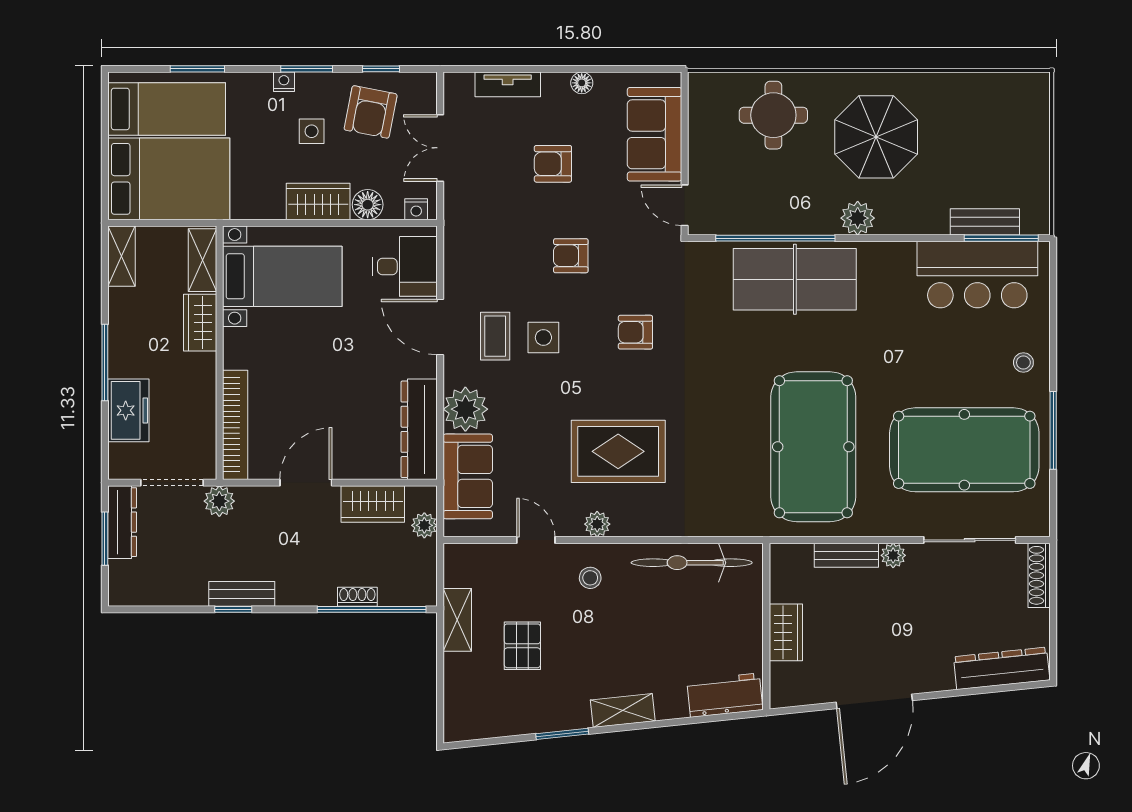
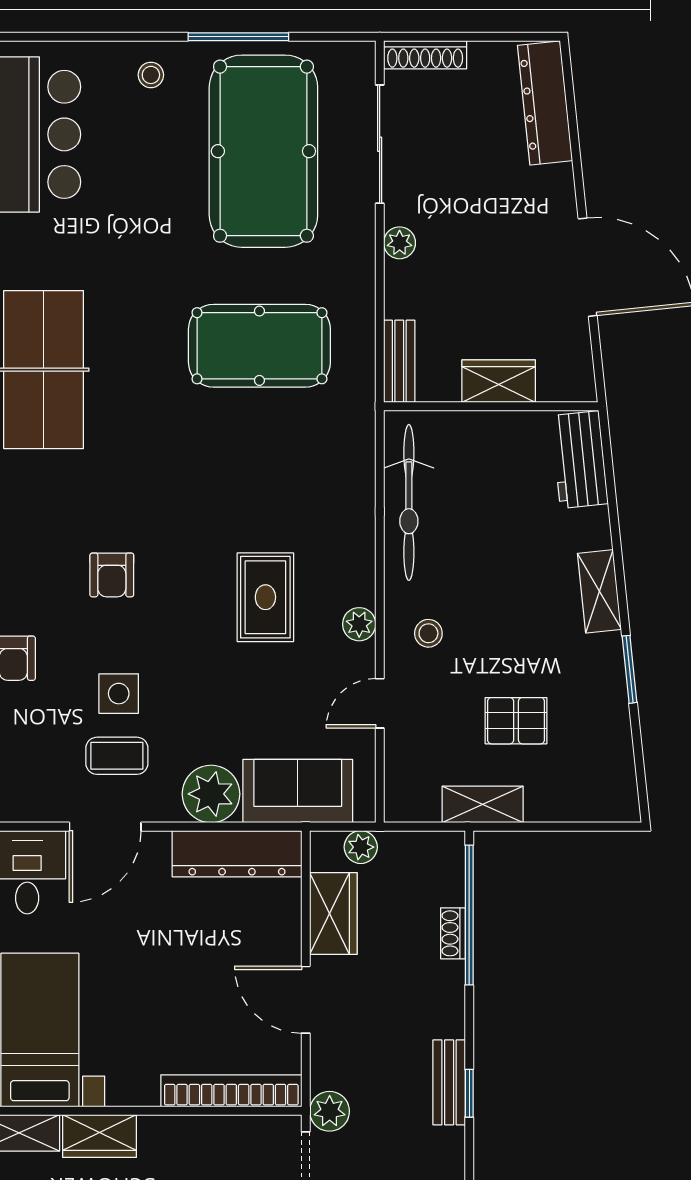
pool table: (813, 447) -> (259, 346), width x0.73, depth x0.76
rug: (618, 451) -> (265, 597), width x0.73, depth x0.70
bench: (846, 555) -> (399, 361), moved

